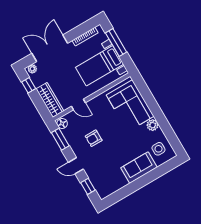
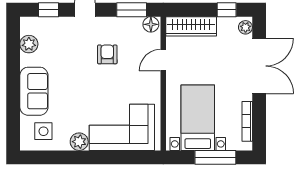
plant: (114, 186) -> (29, 44), added

